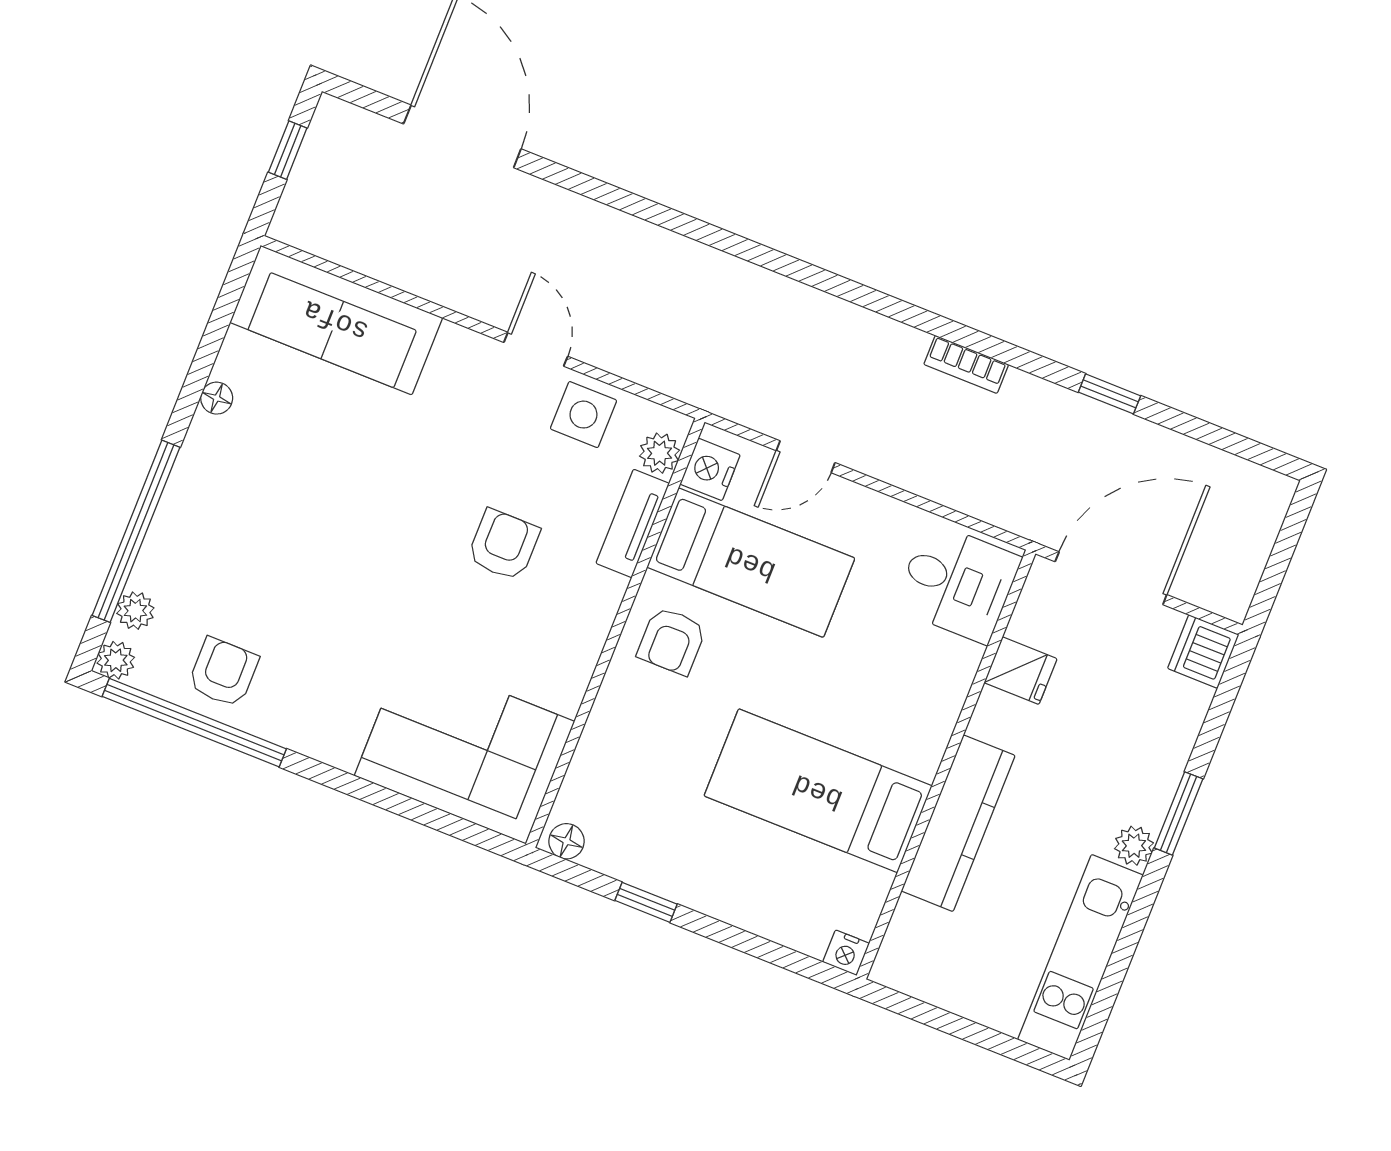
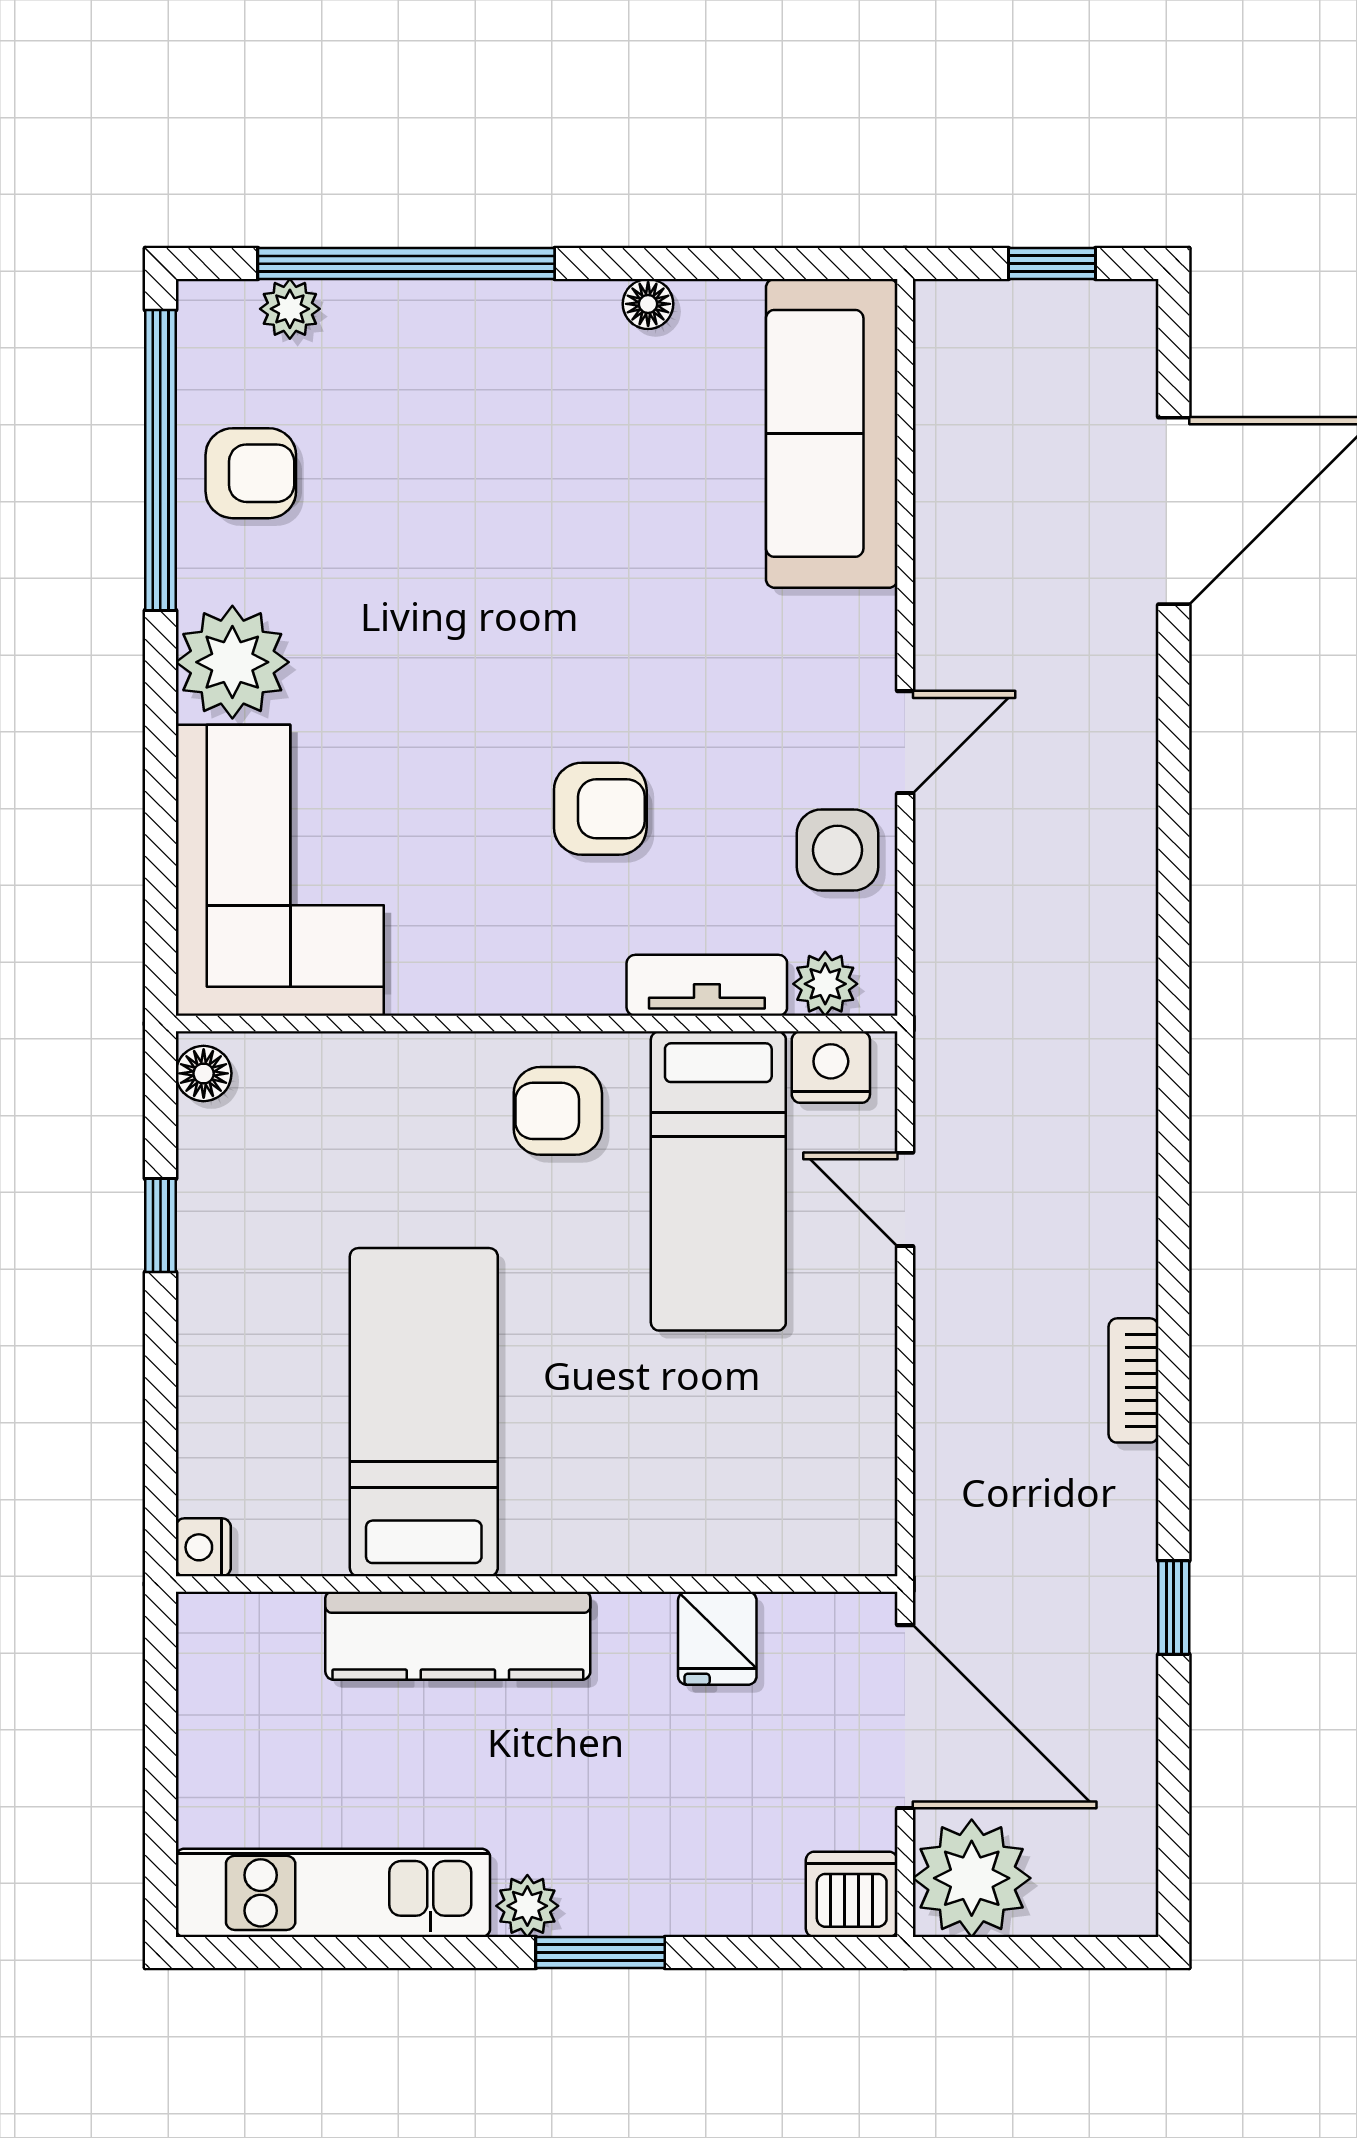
plant: (1222, 577) -> (972, 1878), added
desk: (957, 583) -> (809, 1495), removed
plant: (116, 660) -> (232, 662), moved, width x1.88, depth x1.88

